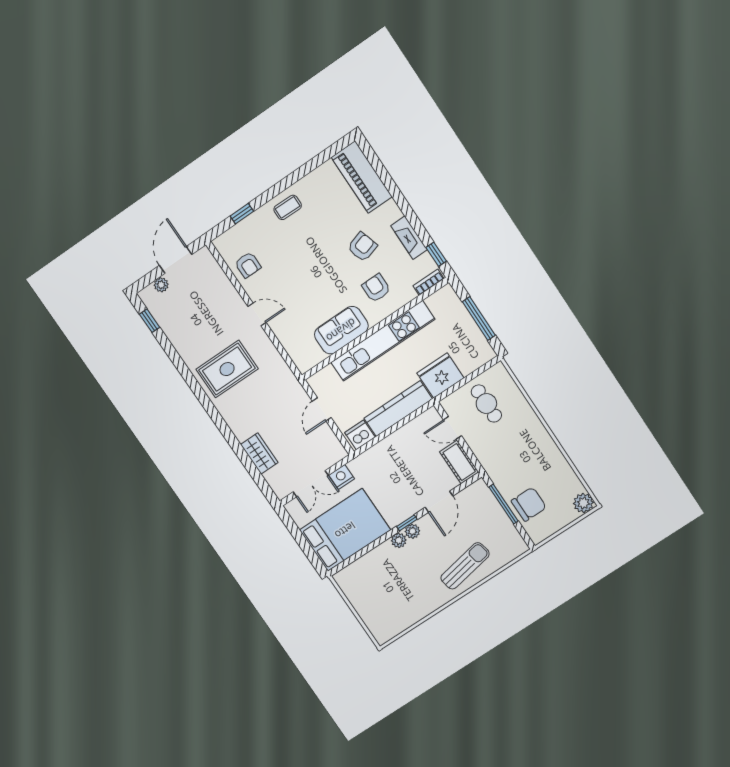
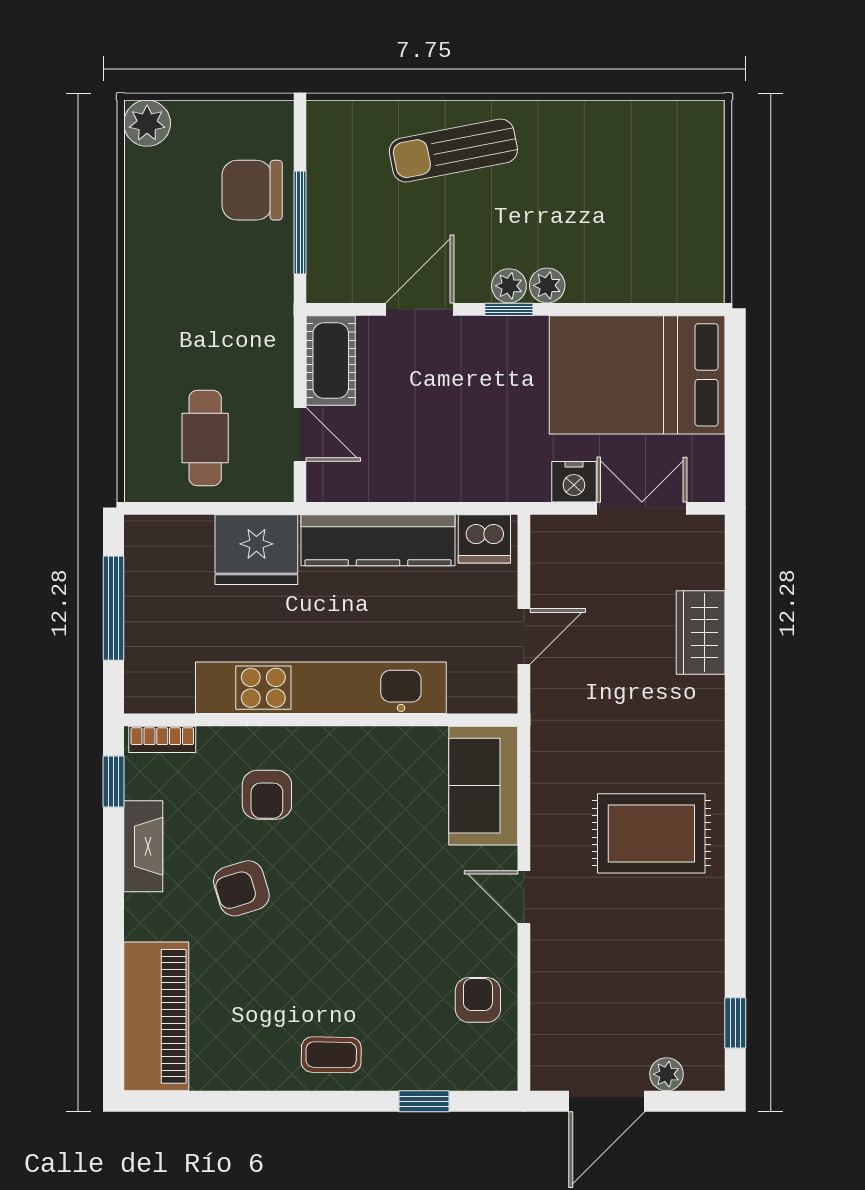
sofa: (341, 330) -> (483, 786), moved, turned 90

